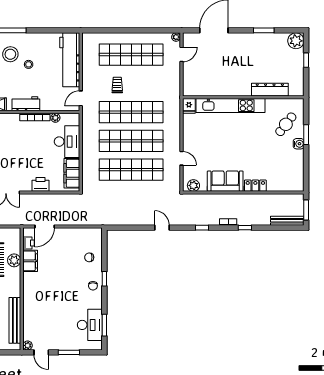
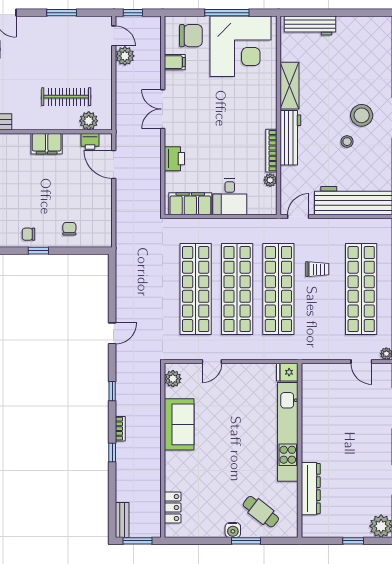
door: (81, 98) -> (298, 216), hinge flipped
workbench: (26, 104) -> (290, 138), width x1.38
desk: (67, 142) -> (230, 197), width x0.73
locker: (255, 186) -> (173, 508), moved
bench: (287, 221) -> (122, 520), width x0.73
plant: (14, 260) -> (89, 121), moved
filing cabinet: (30, 261) -> (47, 144), moved

